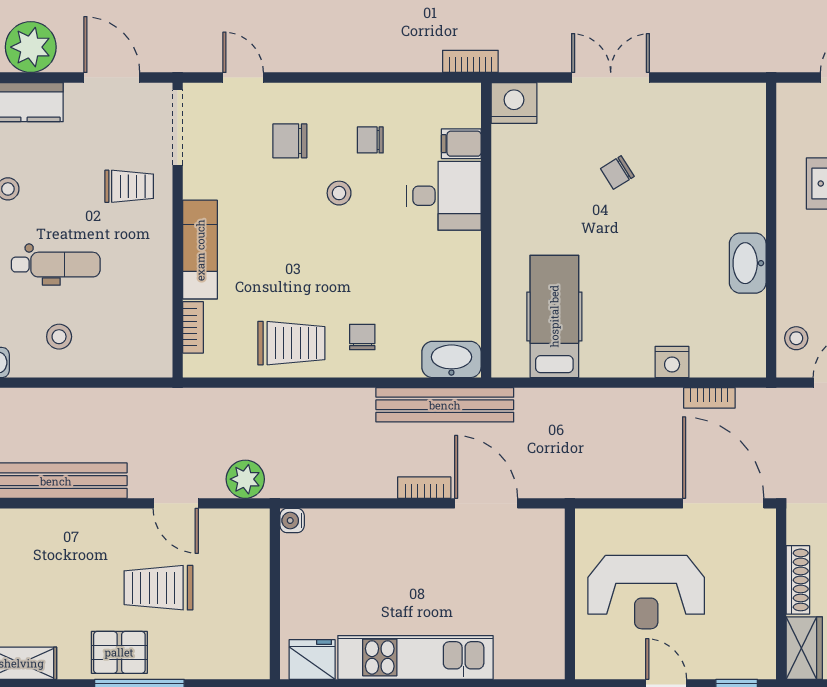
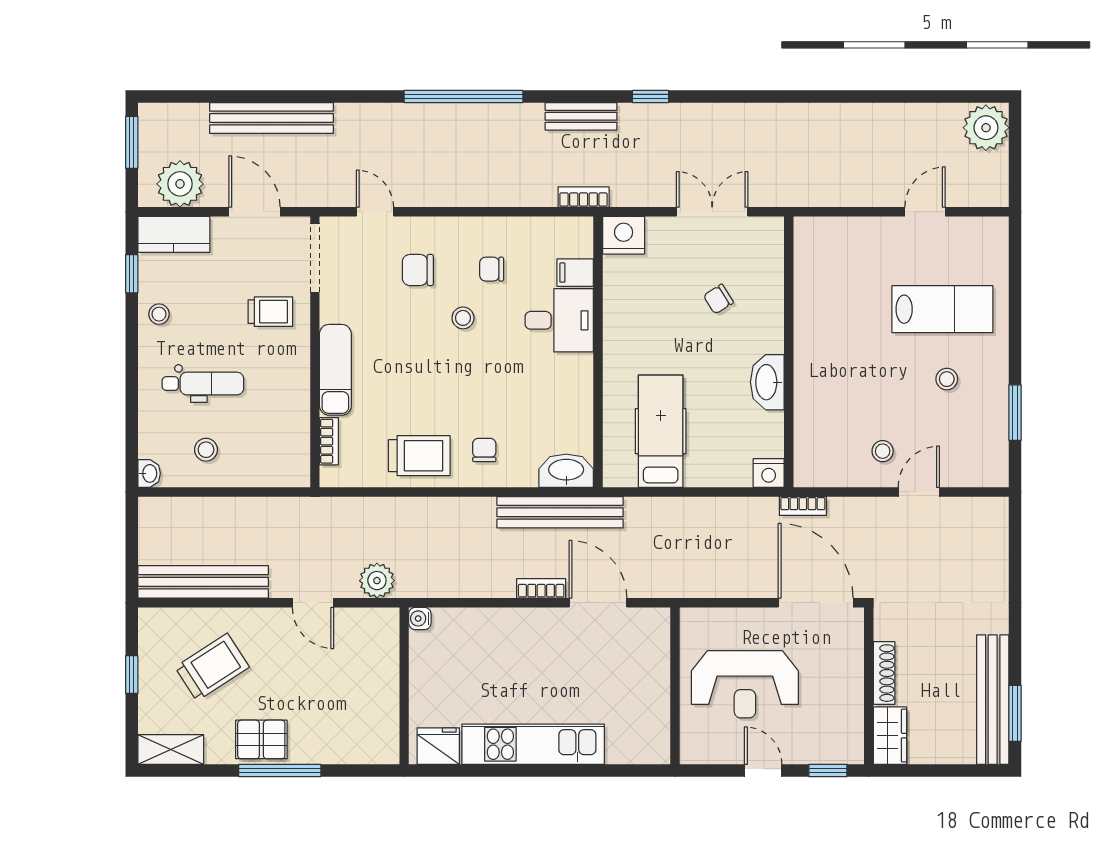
wall: (771, 230) -> (789, 352), moved
washbasin: (748, 263) -> (767, 382), moved
trolley: (158, 588) -> (212, 667), moved, turned 147

